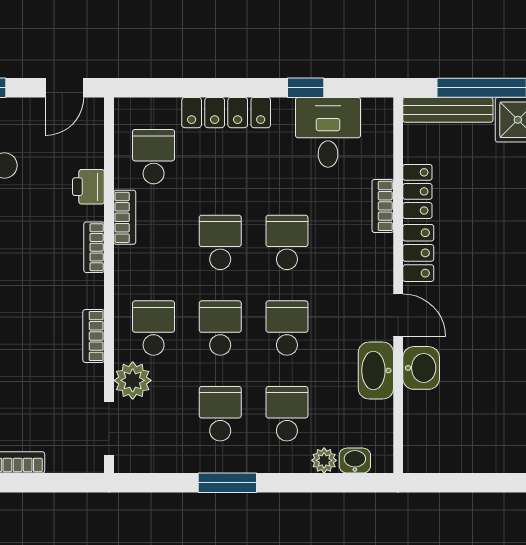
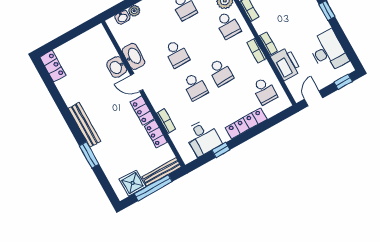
printer: (88, 187) -> (286, 64), width x1.87, depth x1.48
bookcase: (125, 217) -> (257, 51), moved
school desk: (220, 328) -> (202, 39), removed
school desk: (287, 414) -> (158, 21), removed

